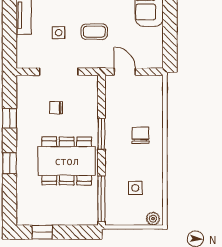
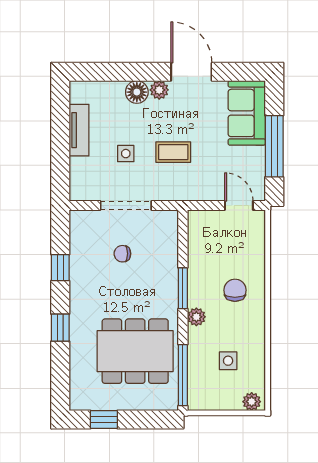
window: (170, 27) -> (274, 146), added
door: (125, 72) -> (239, 206), moved
plant: (112, 155) -> (196, 317), added
dining table: (67, 161) -> (135, 351), moved

